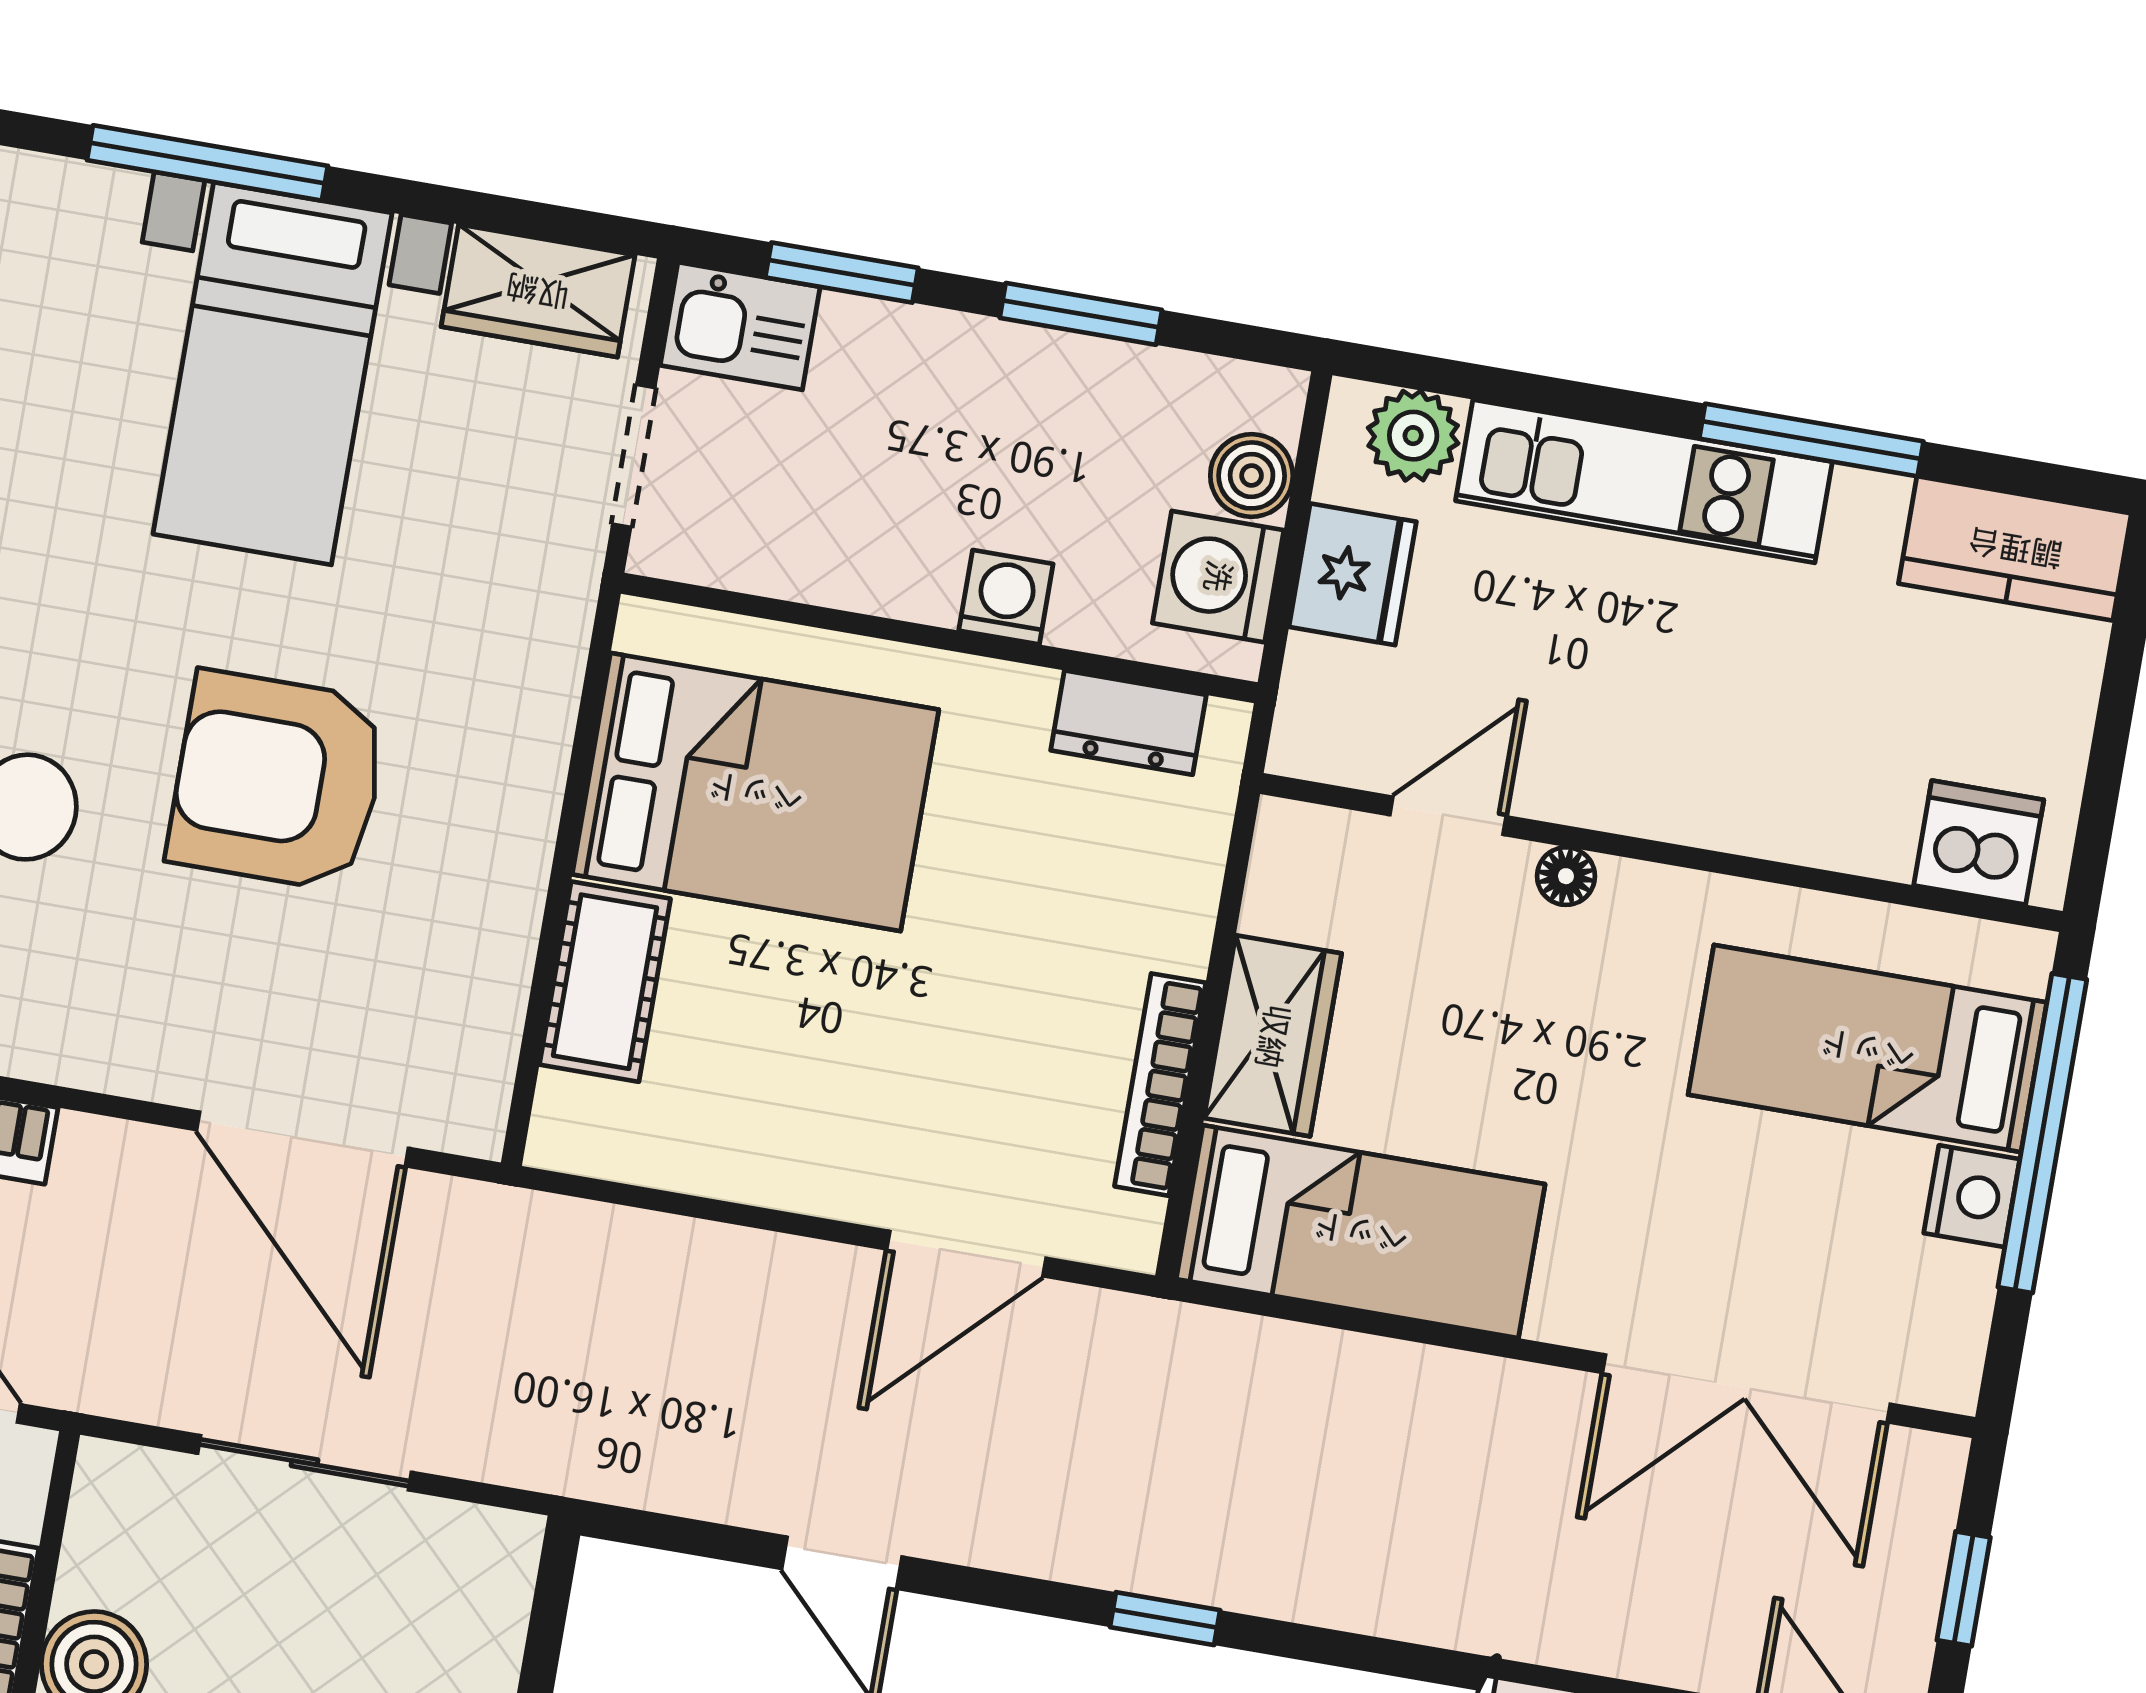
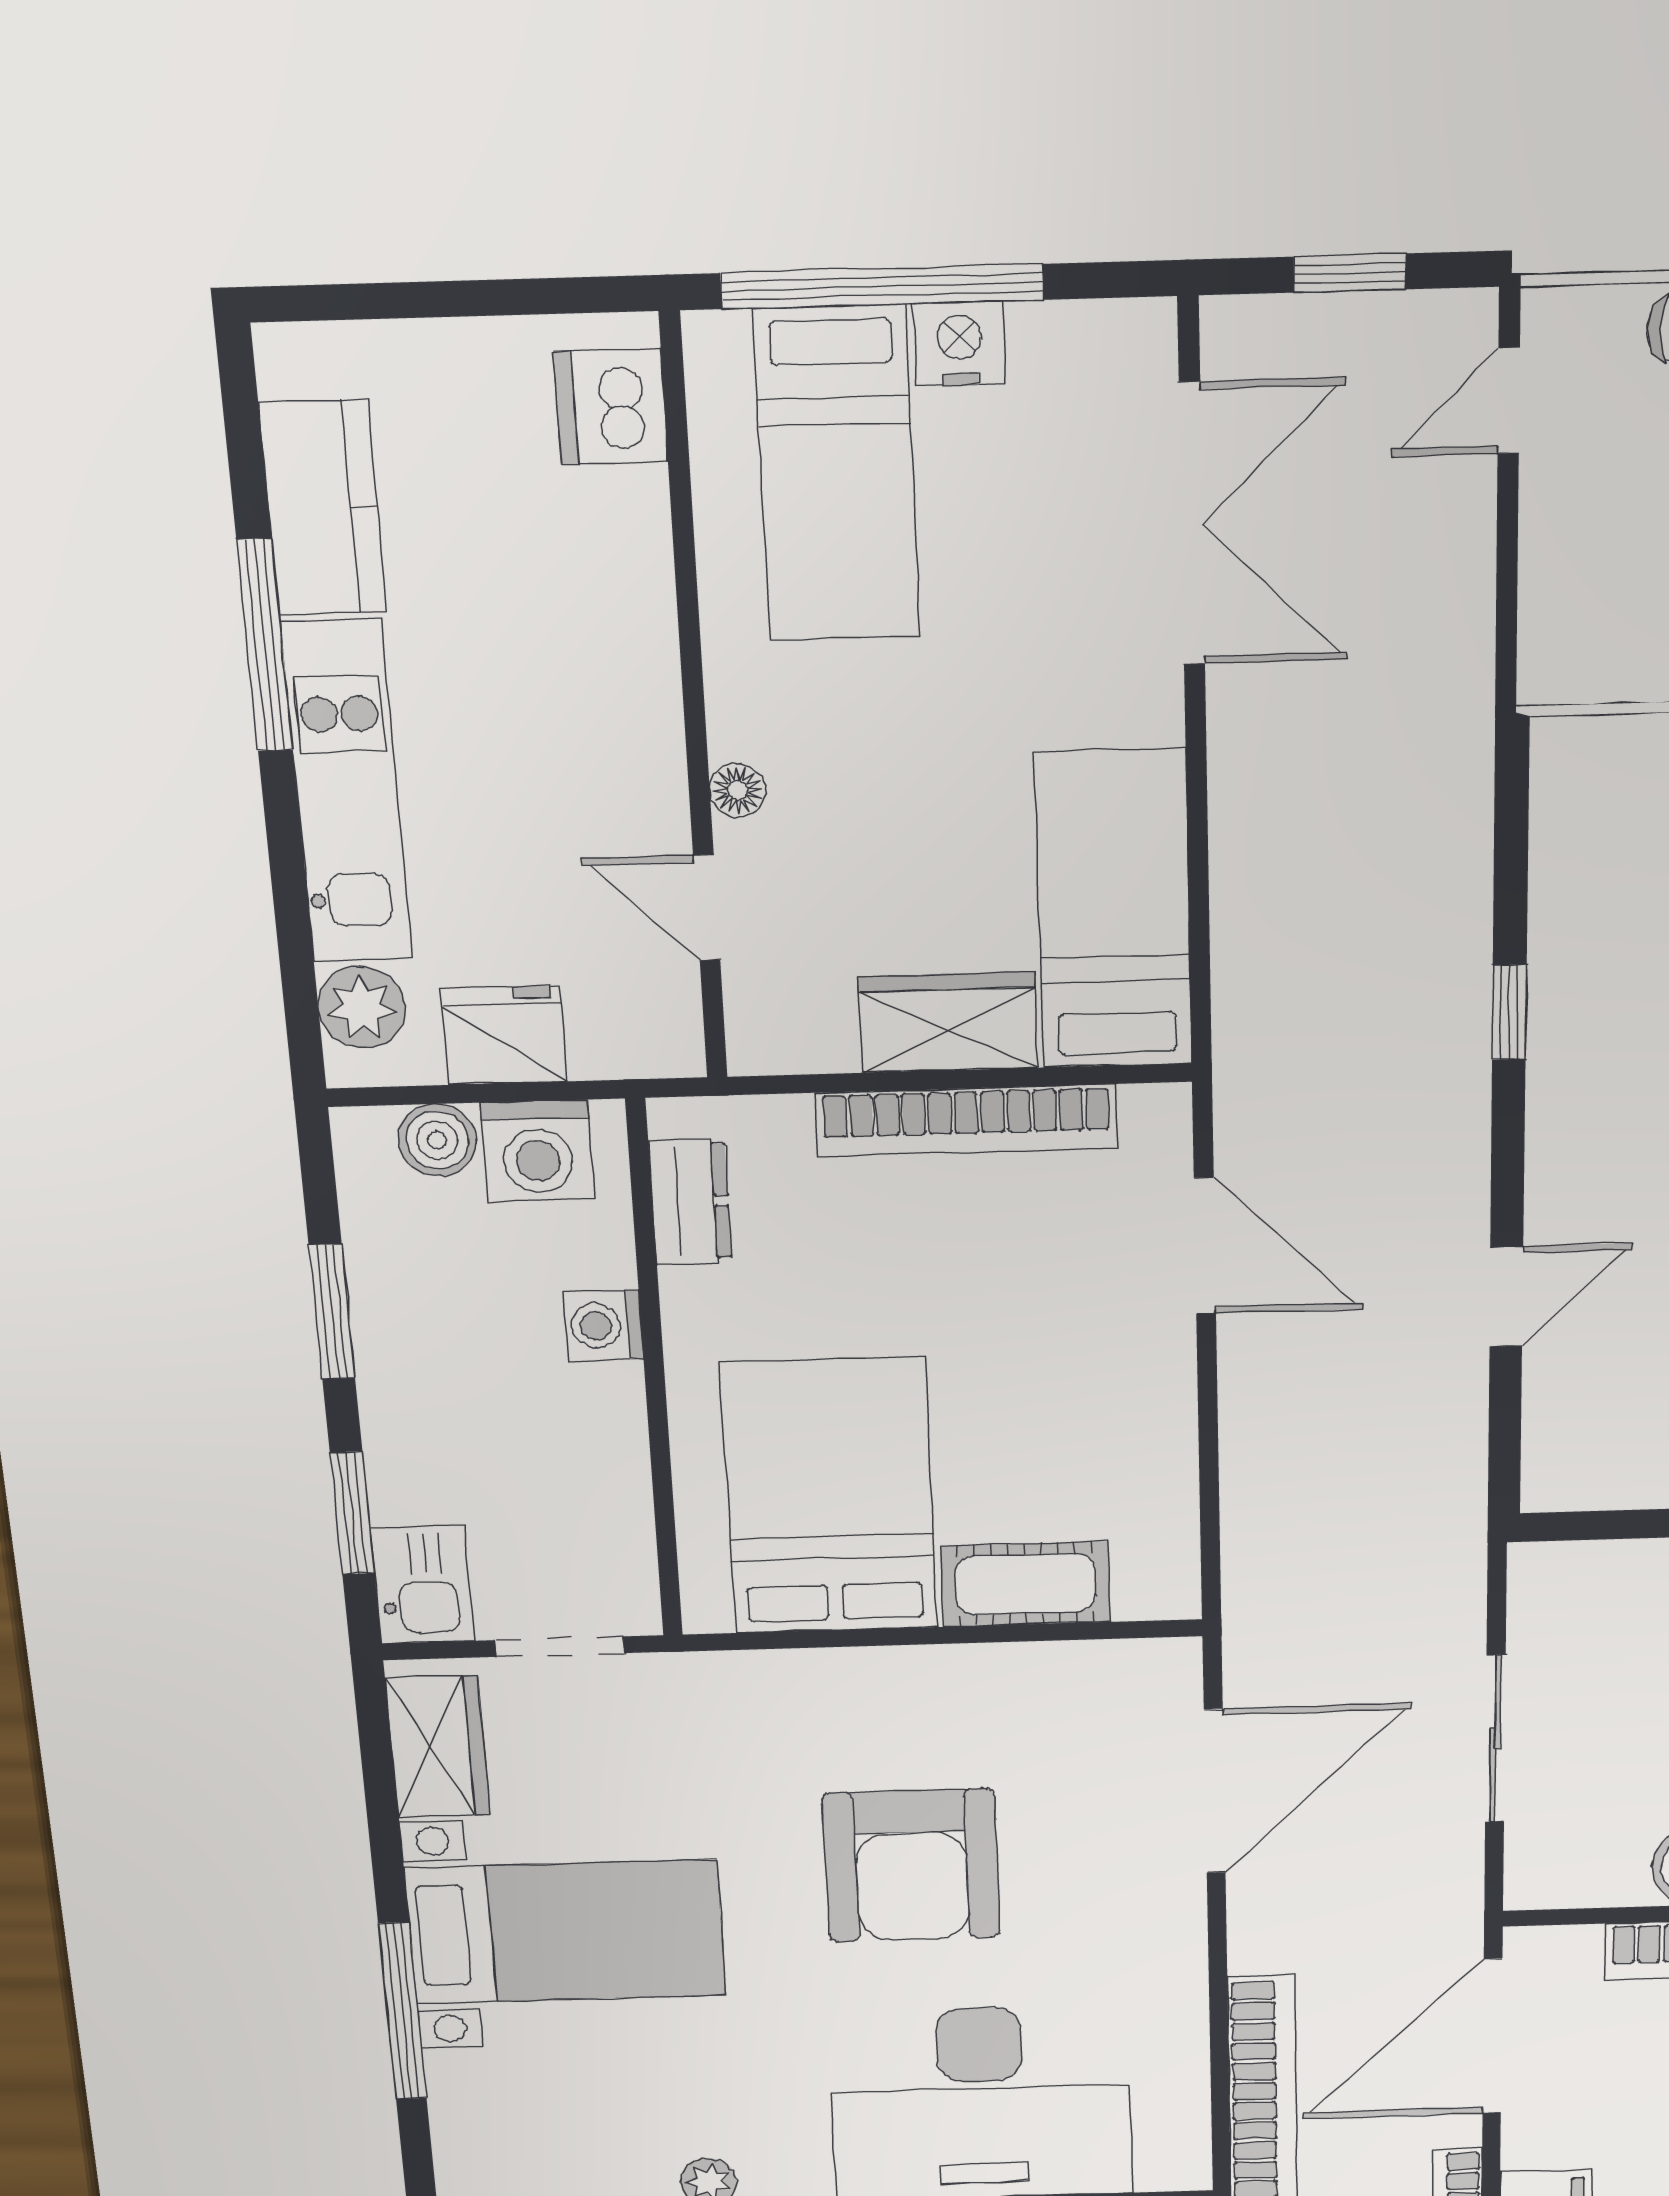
kitchen counter: (2015, 548) -> (323, 508), moved
bookcase: (1160, 1085) -> (966, 1120), width x1.48, depth x1.31

